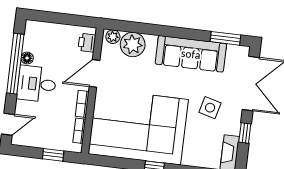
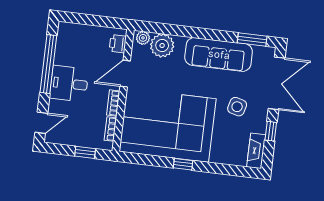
floor lamp: (27, 58) -> (60, 59), removed

